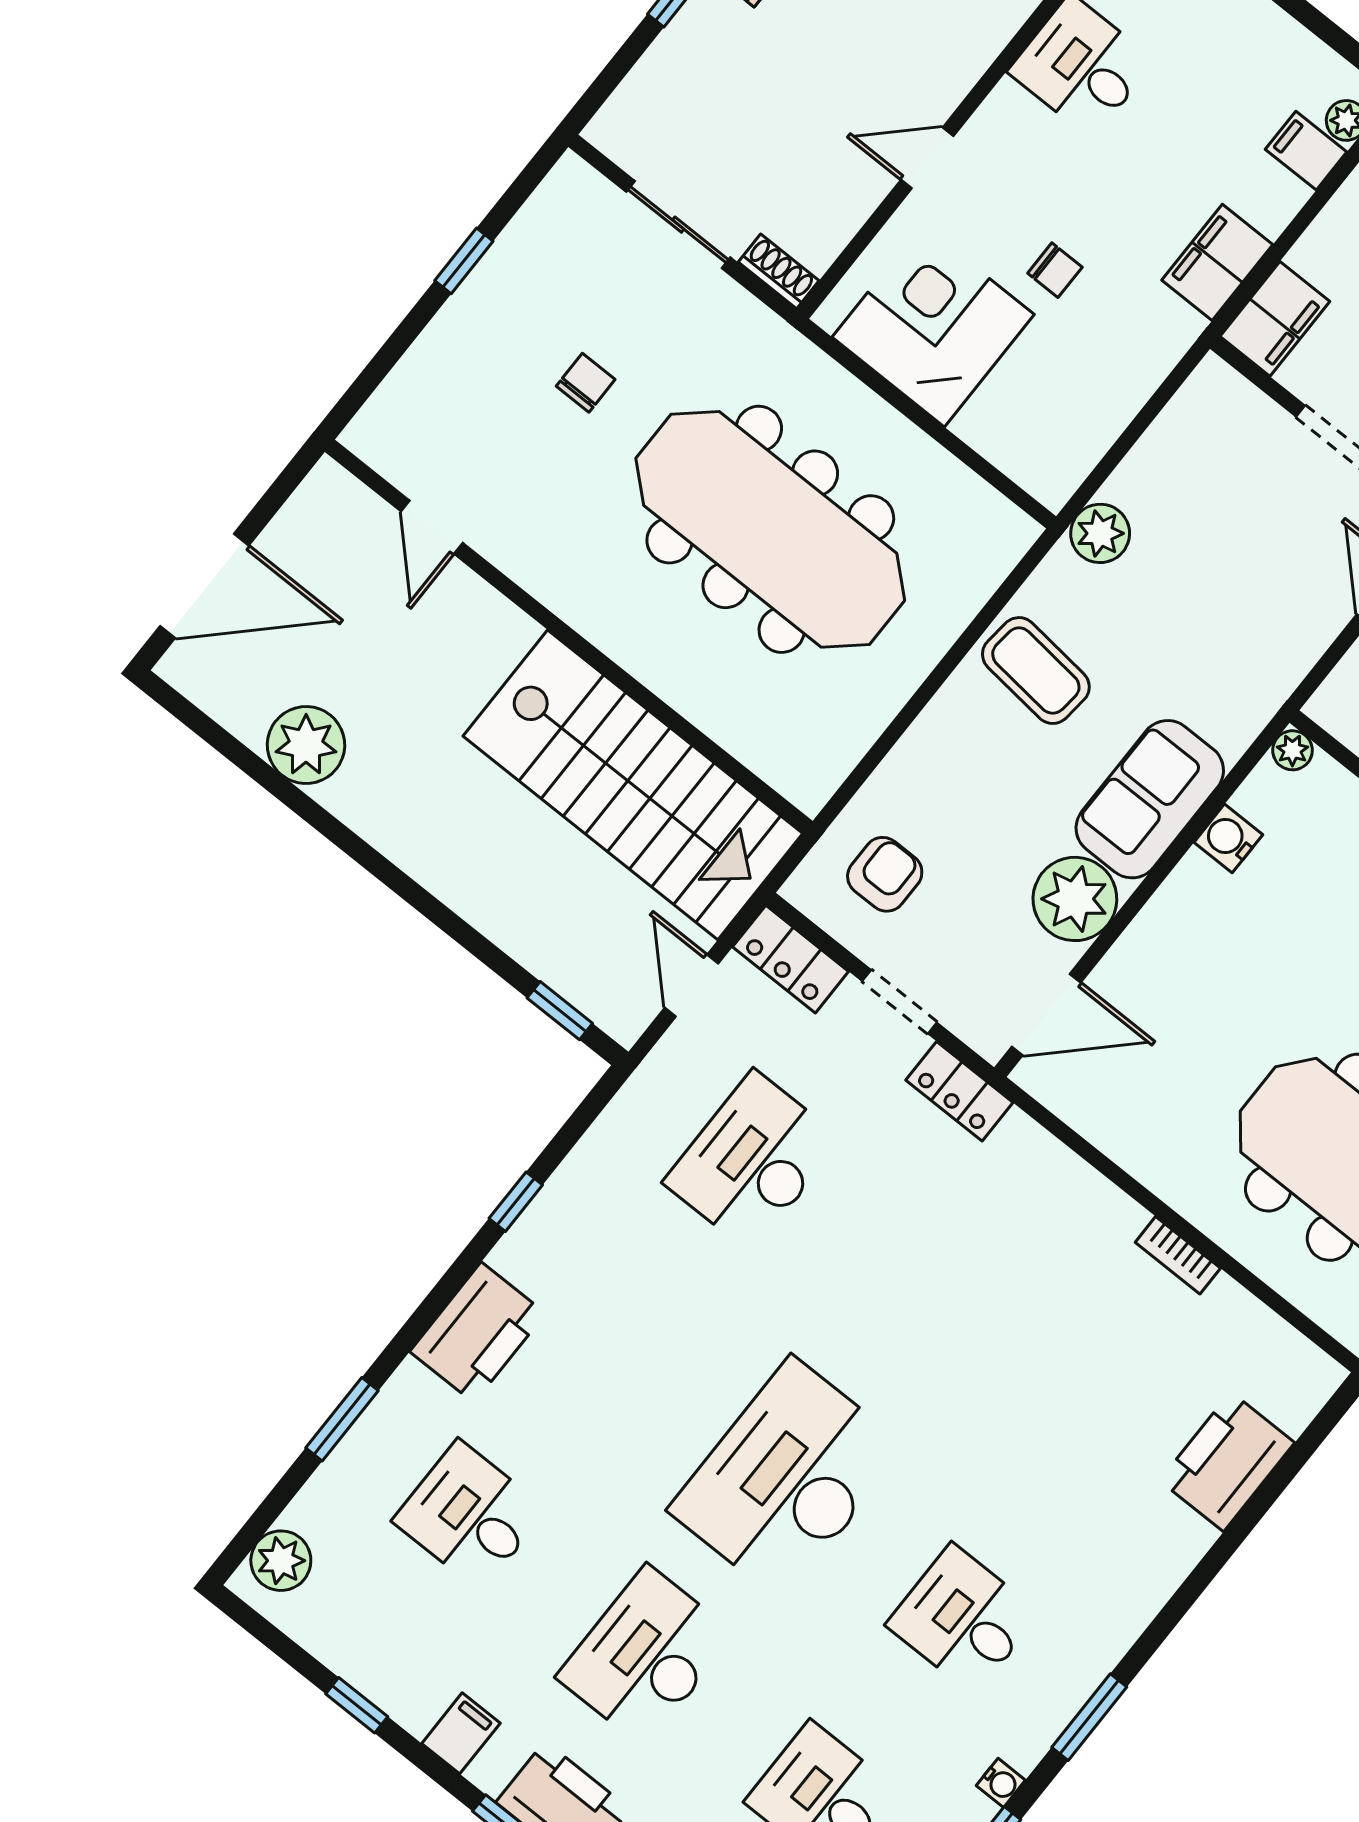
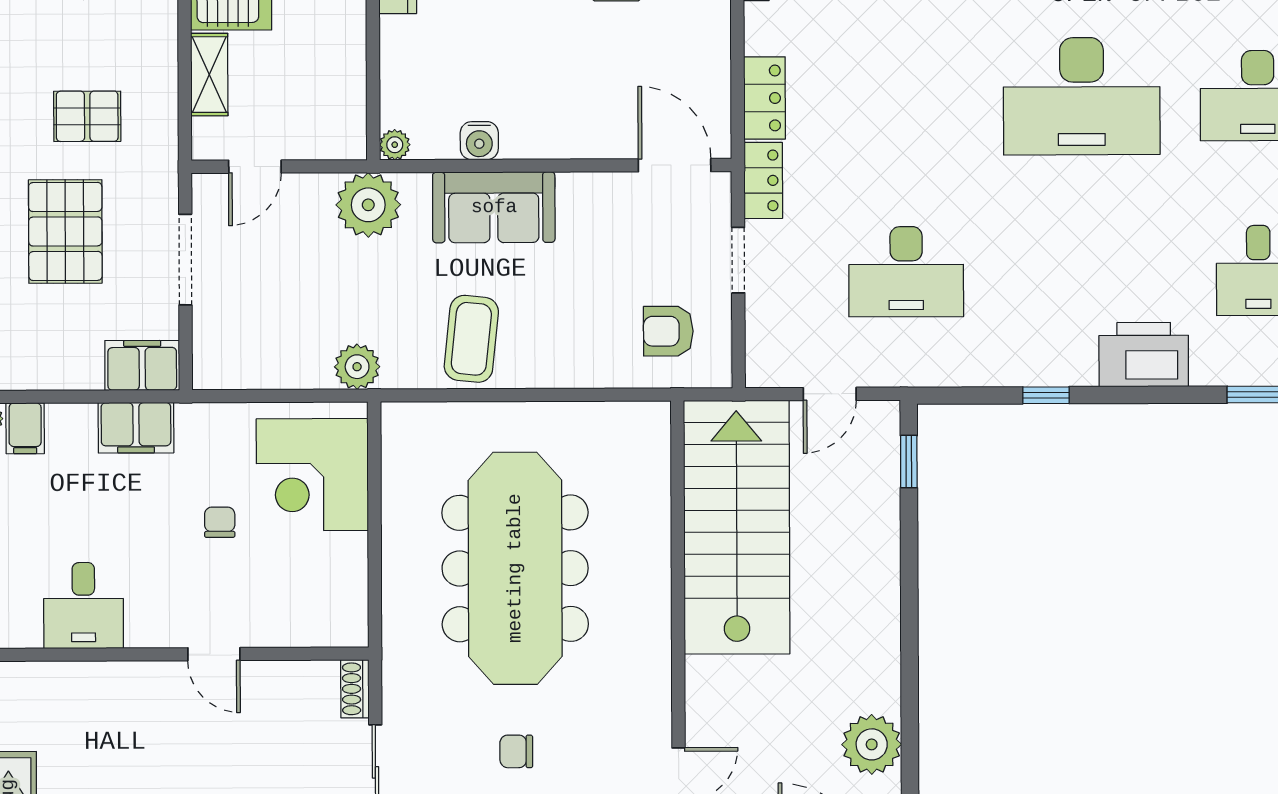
corner desk: (933, 326) -> (312, 475), moved
plant: (1075, 899) -> (368, 205), moved
locker: (791, 959) -> (765, 98), moved

